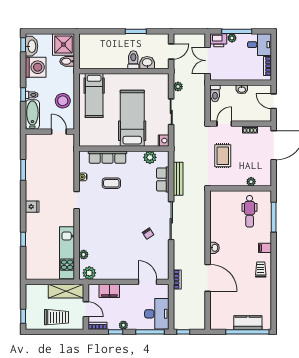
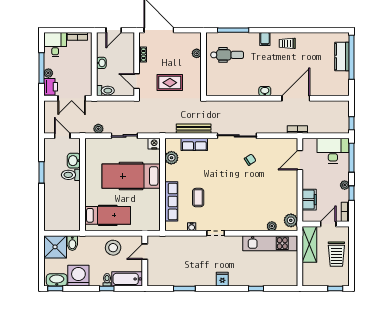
trolley: (57, 317) -> (336, 254), turned 180

